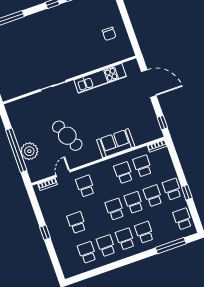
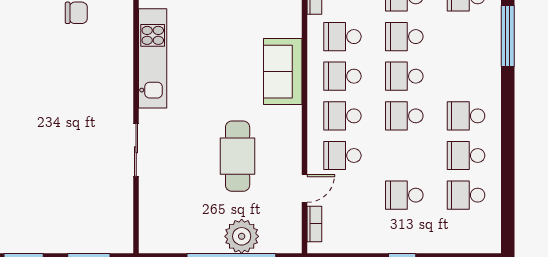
cafe table: (67, 136) -> (238, 156), turned -65
door: (63, 173) -> (305, 188), swing flipped
school desk: (144, 232) -> (342, 116), moved

